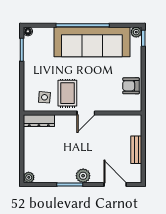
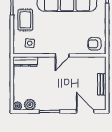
armchair: (131, 86) -> (95, 44), moved
rug: (67, 93) -> (25, 20), moved
plant: (83, 176) -> (30, 105), moved

